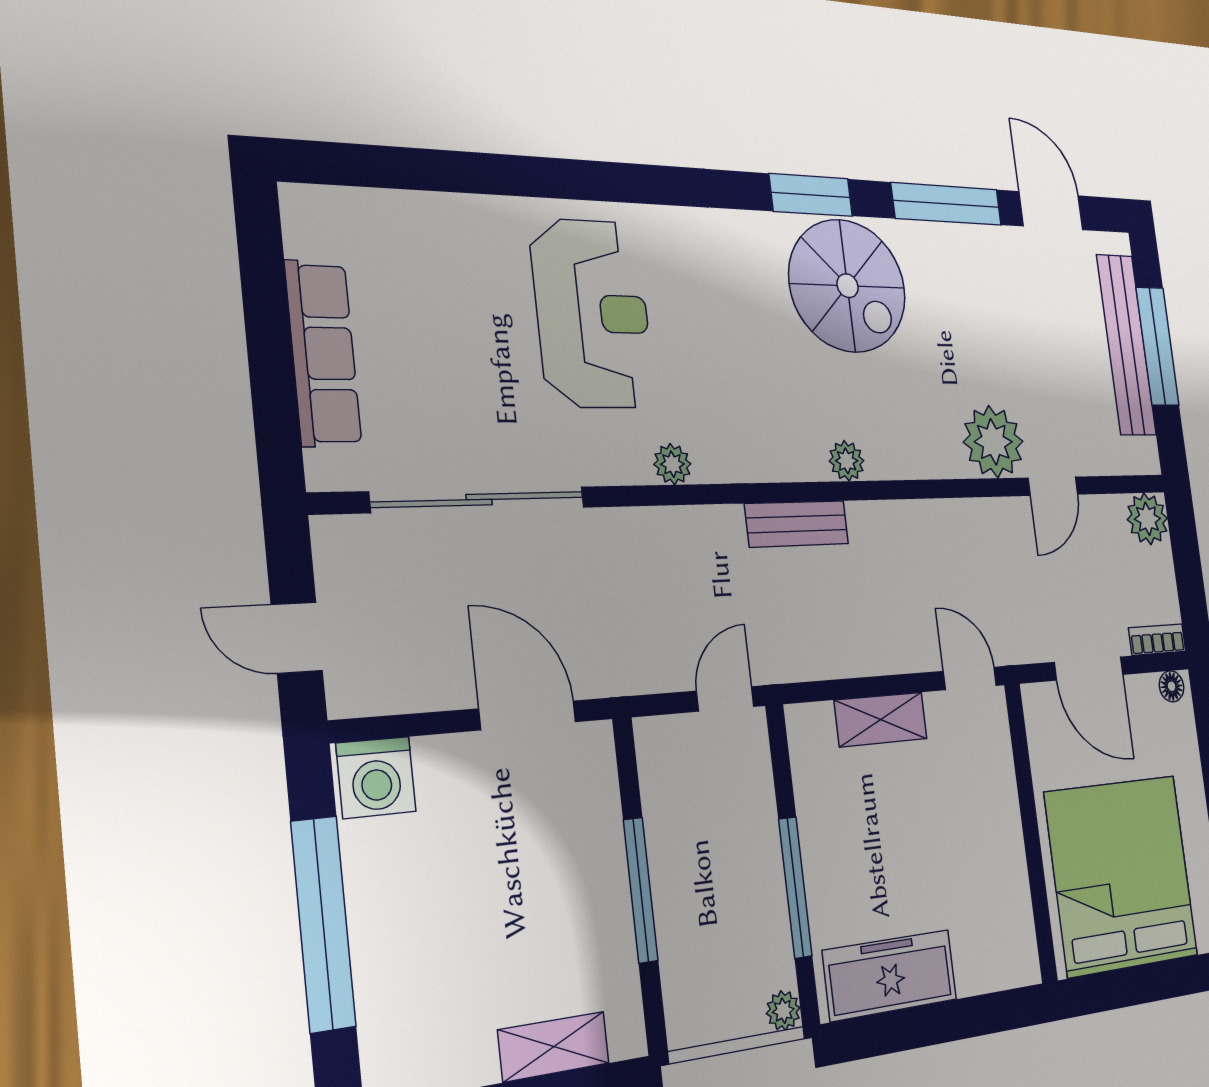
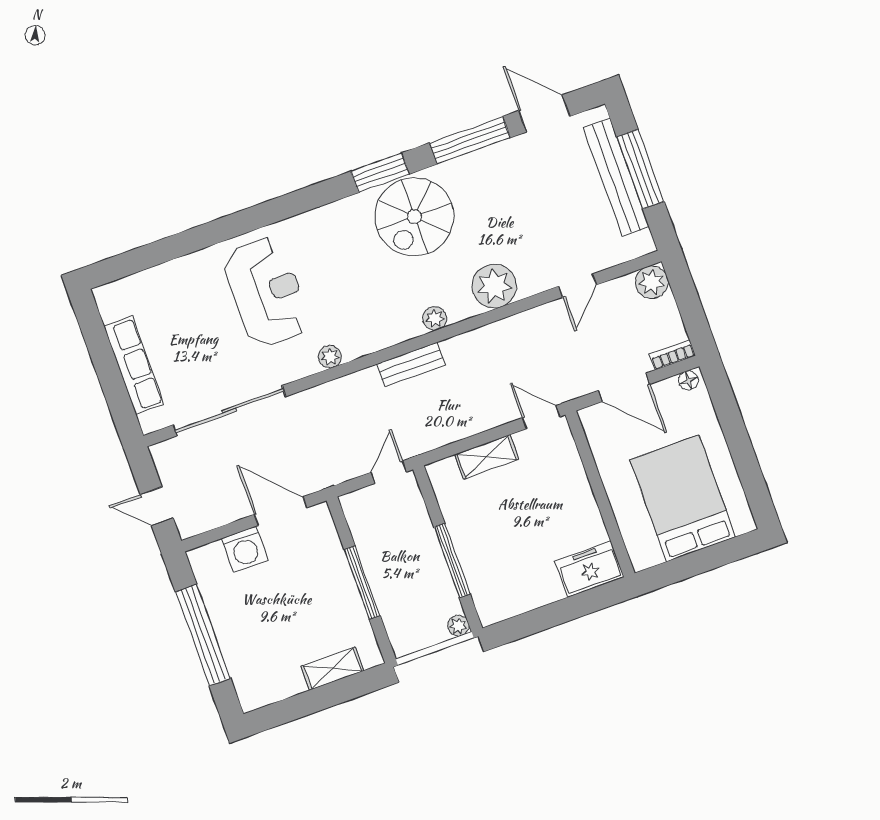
spiral stairs: (848, 286) -> (414, 217), turned 90
plant: (993, 442) -> (494, 286), moved
washing machine: (376, 777) -> (245, 549), moved
bed: (1122, 875) -> (683, 498), width x0.73
freezer: (890, 975) -> (590, 569), moved, width x0.71

